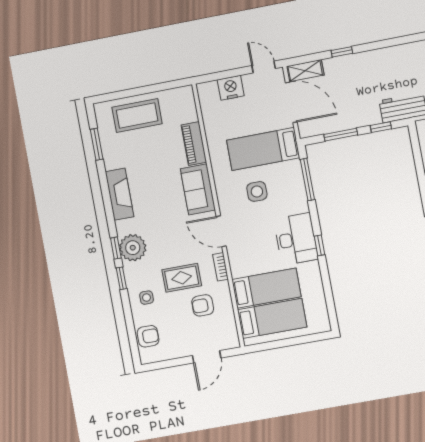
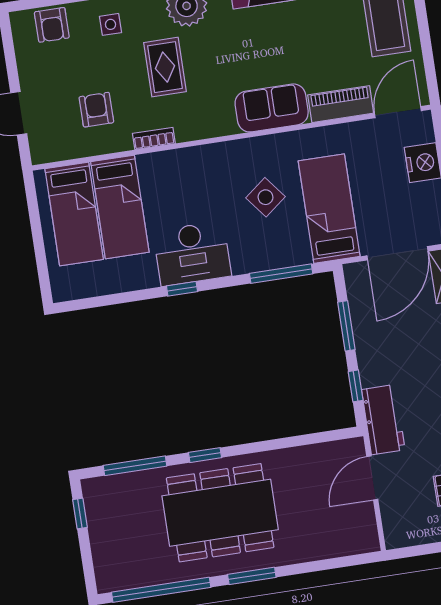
side table: (257, 191) -> (265, 197), turned -38
door: (221, 231) -> (398, 112), moved
rug: (182, 278) -> (165, 67), moved

